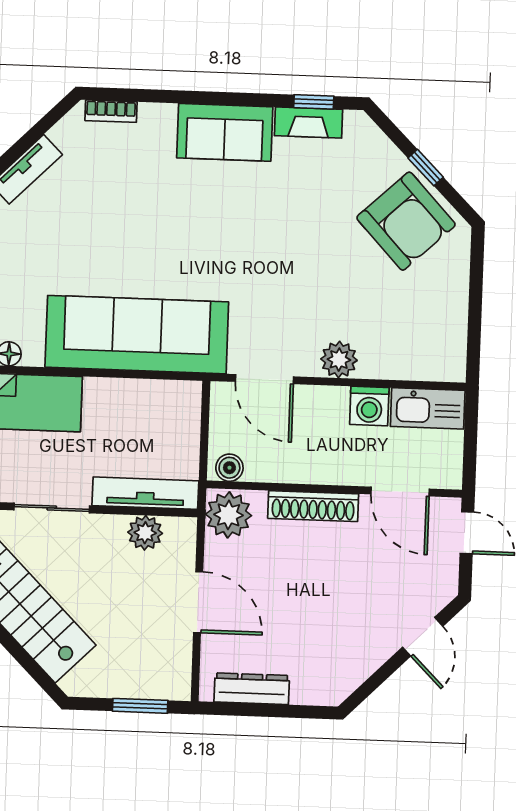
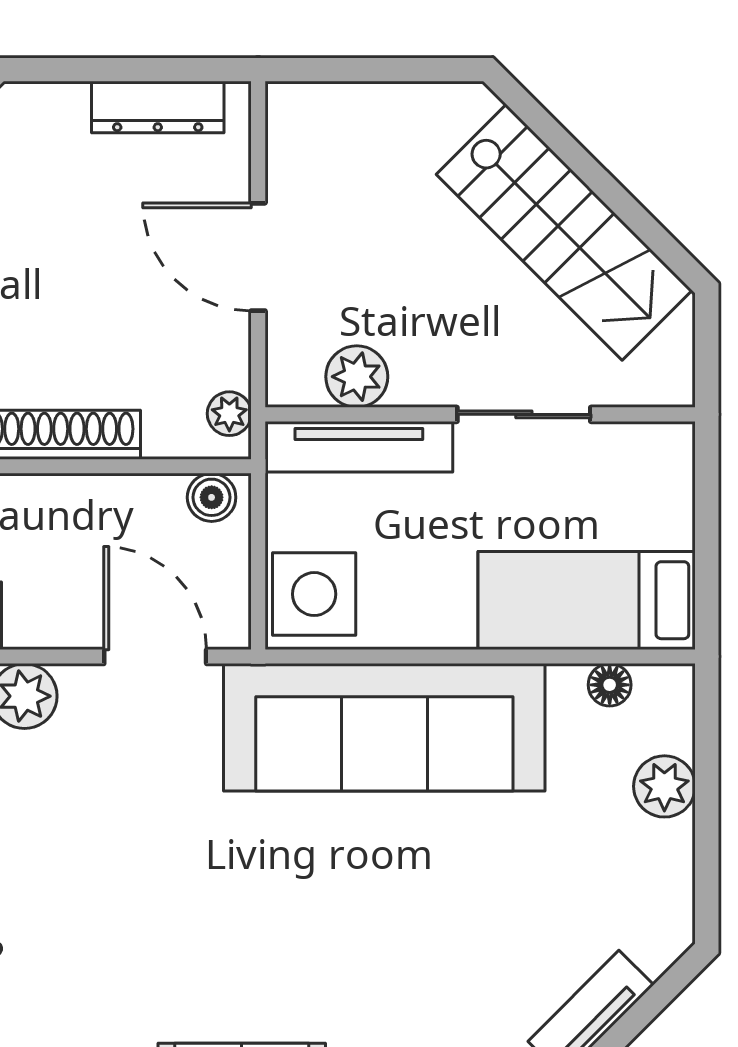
side table: (174, 411) -> (314, 594), added
plant: (229, 515) -> (229, 414), width x0.53, depth x0.53
window: (140, 706) -> (354, 70), removed

